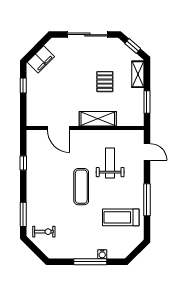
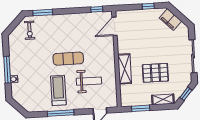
pallet: (105, 82) -> (155, 73), width x1.50, depth x1.42
door: (59, 128) -> (115, 26), moved
window: (23, 163) -> (97, 9), moved
treadmill: (121, 217) -> (58, 90), moved

